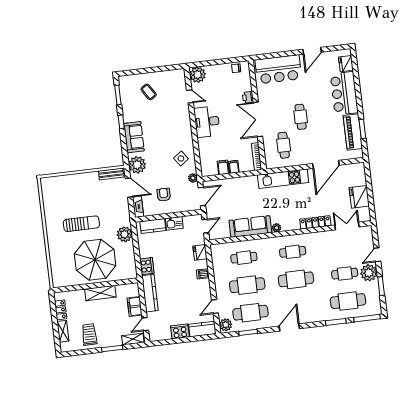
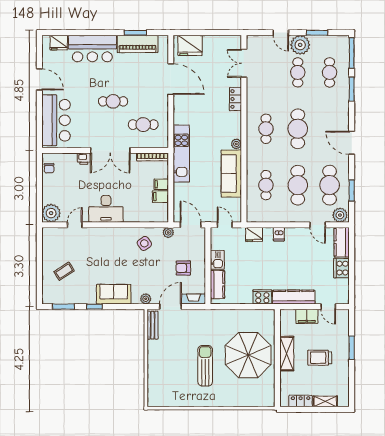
plant: (137, 165) -> (146, 299), width x0.53, depth x0.53
kitchen unit: (283, 179) -> (181, 154), moved
fridge: (359, 197) -> (190, 45), moved
locker: (315, 222) -> (235, 99), width x0.66
plant: (125, 234) -> (223, 318), removed
cafe table: (348, 301) -> (330, 72), width x0.73, depth x0.74
trolley: (89, 335) -> (320, 358), moved
shelving: (133, 339) -> (344, 323), removed

